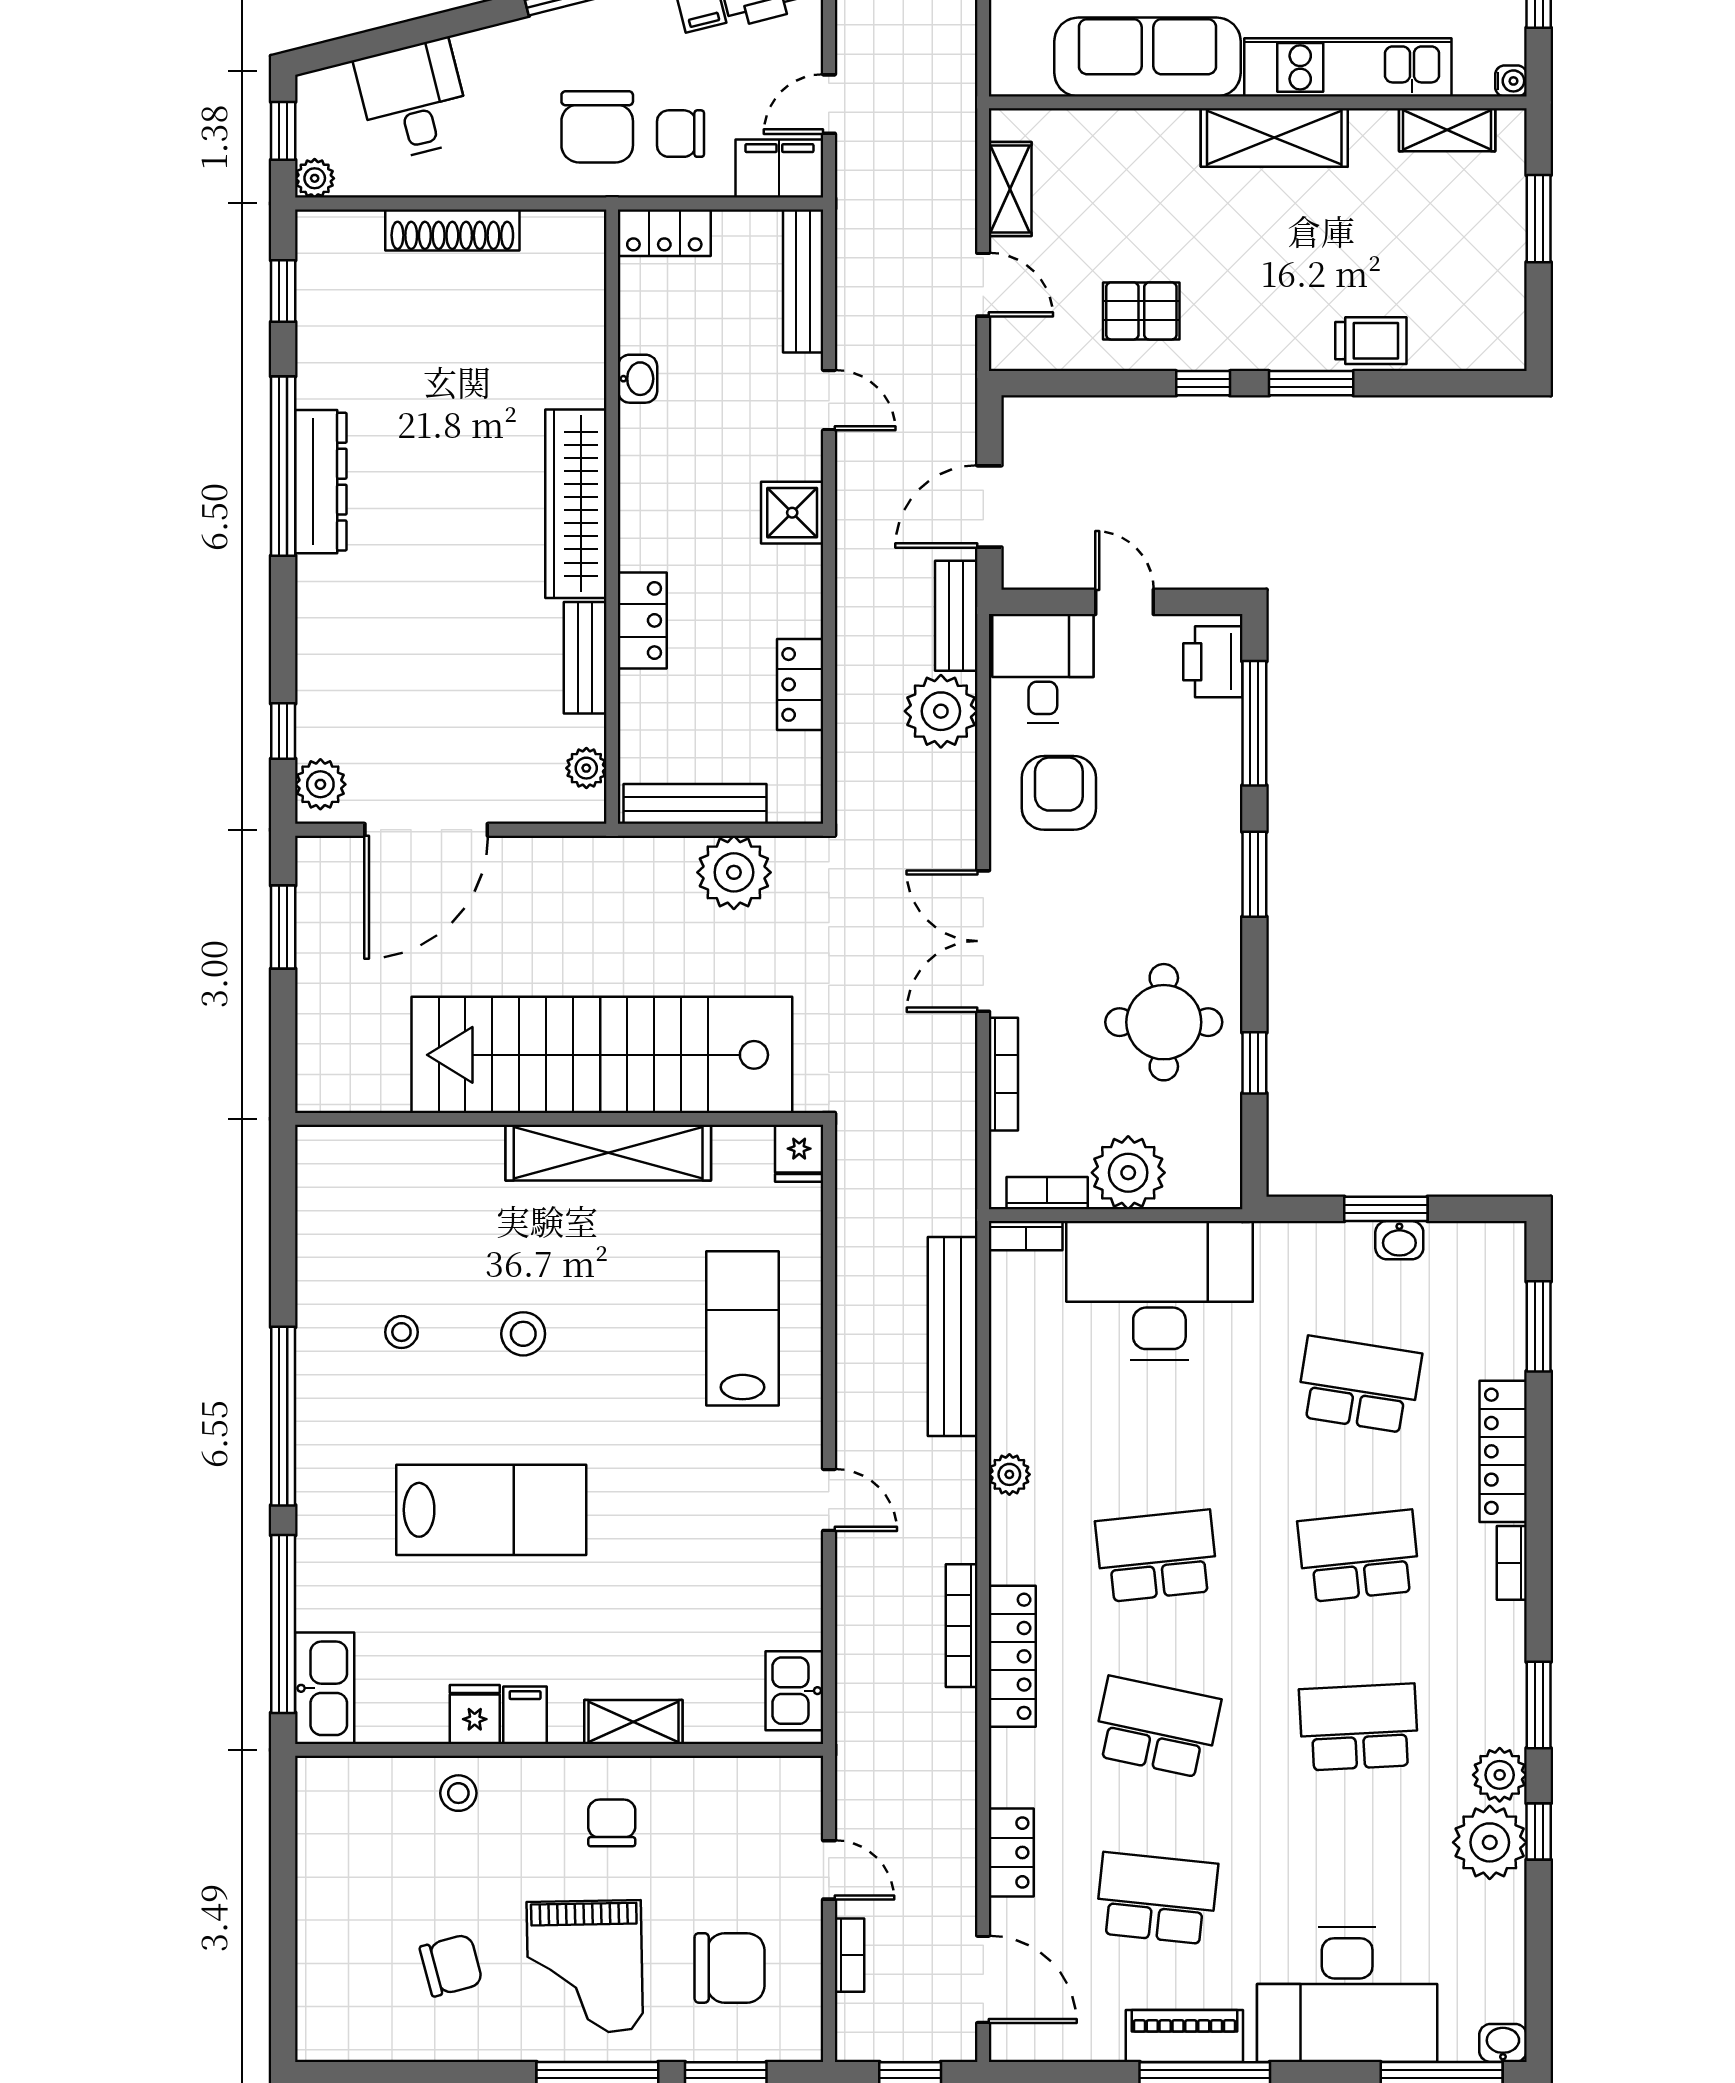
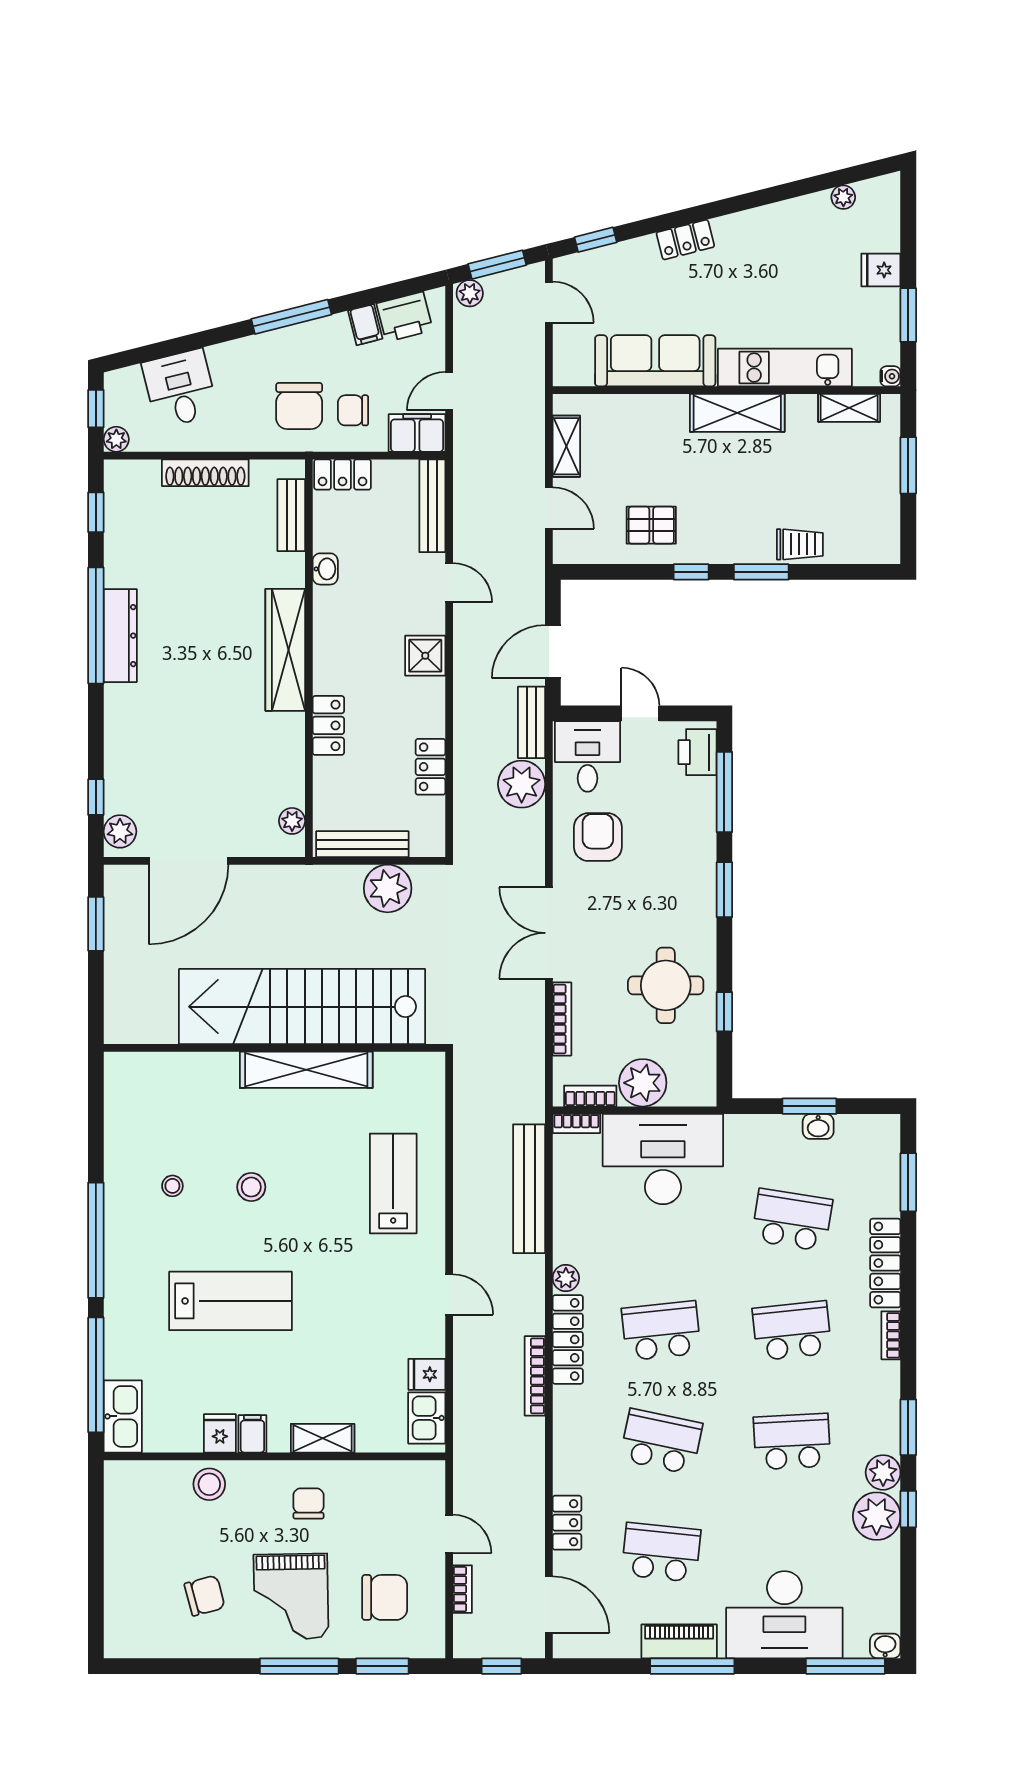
bench: (585, 658) -> (291, 515), moved
fridge: (799, 1153) -> (427, 1374), moved, turned 90
locker: (1012, 1656) -> (568, 1339), moved
stool: (458, 1793) -> (209, 1484), width x1.37, depth x1.37

